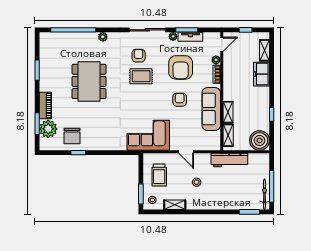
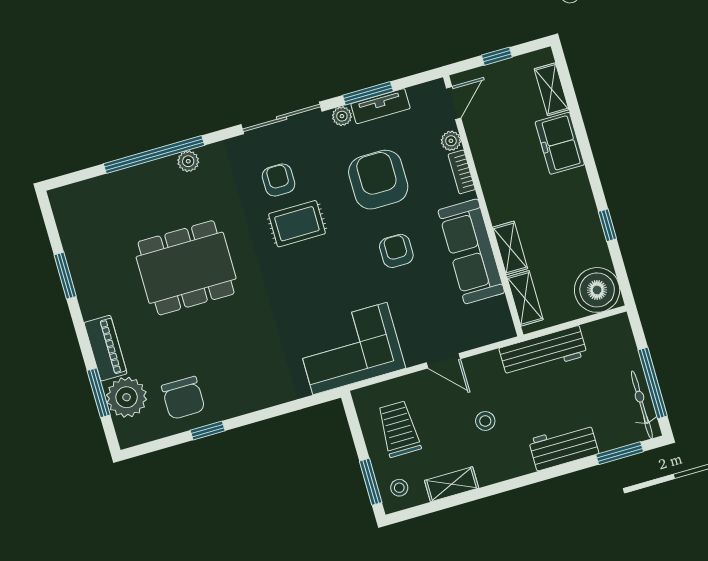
window: (73, 30) -> (154, 155), moved
armchair: (181, 67) -> (378, 180), turned 180
dining table: (89, 81) -> (186, 268), turned 90
trolley: (159, 175) -> (399, 429), turned 180
workbench: (227, 202) -> (564, 446), added

